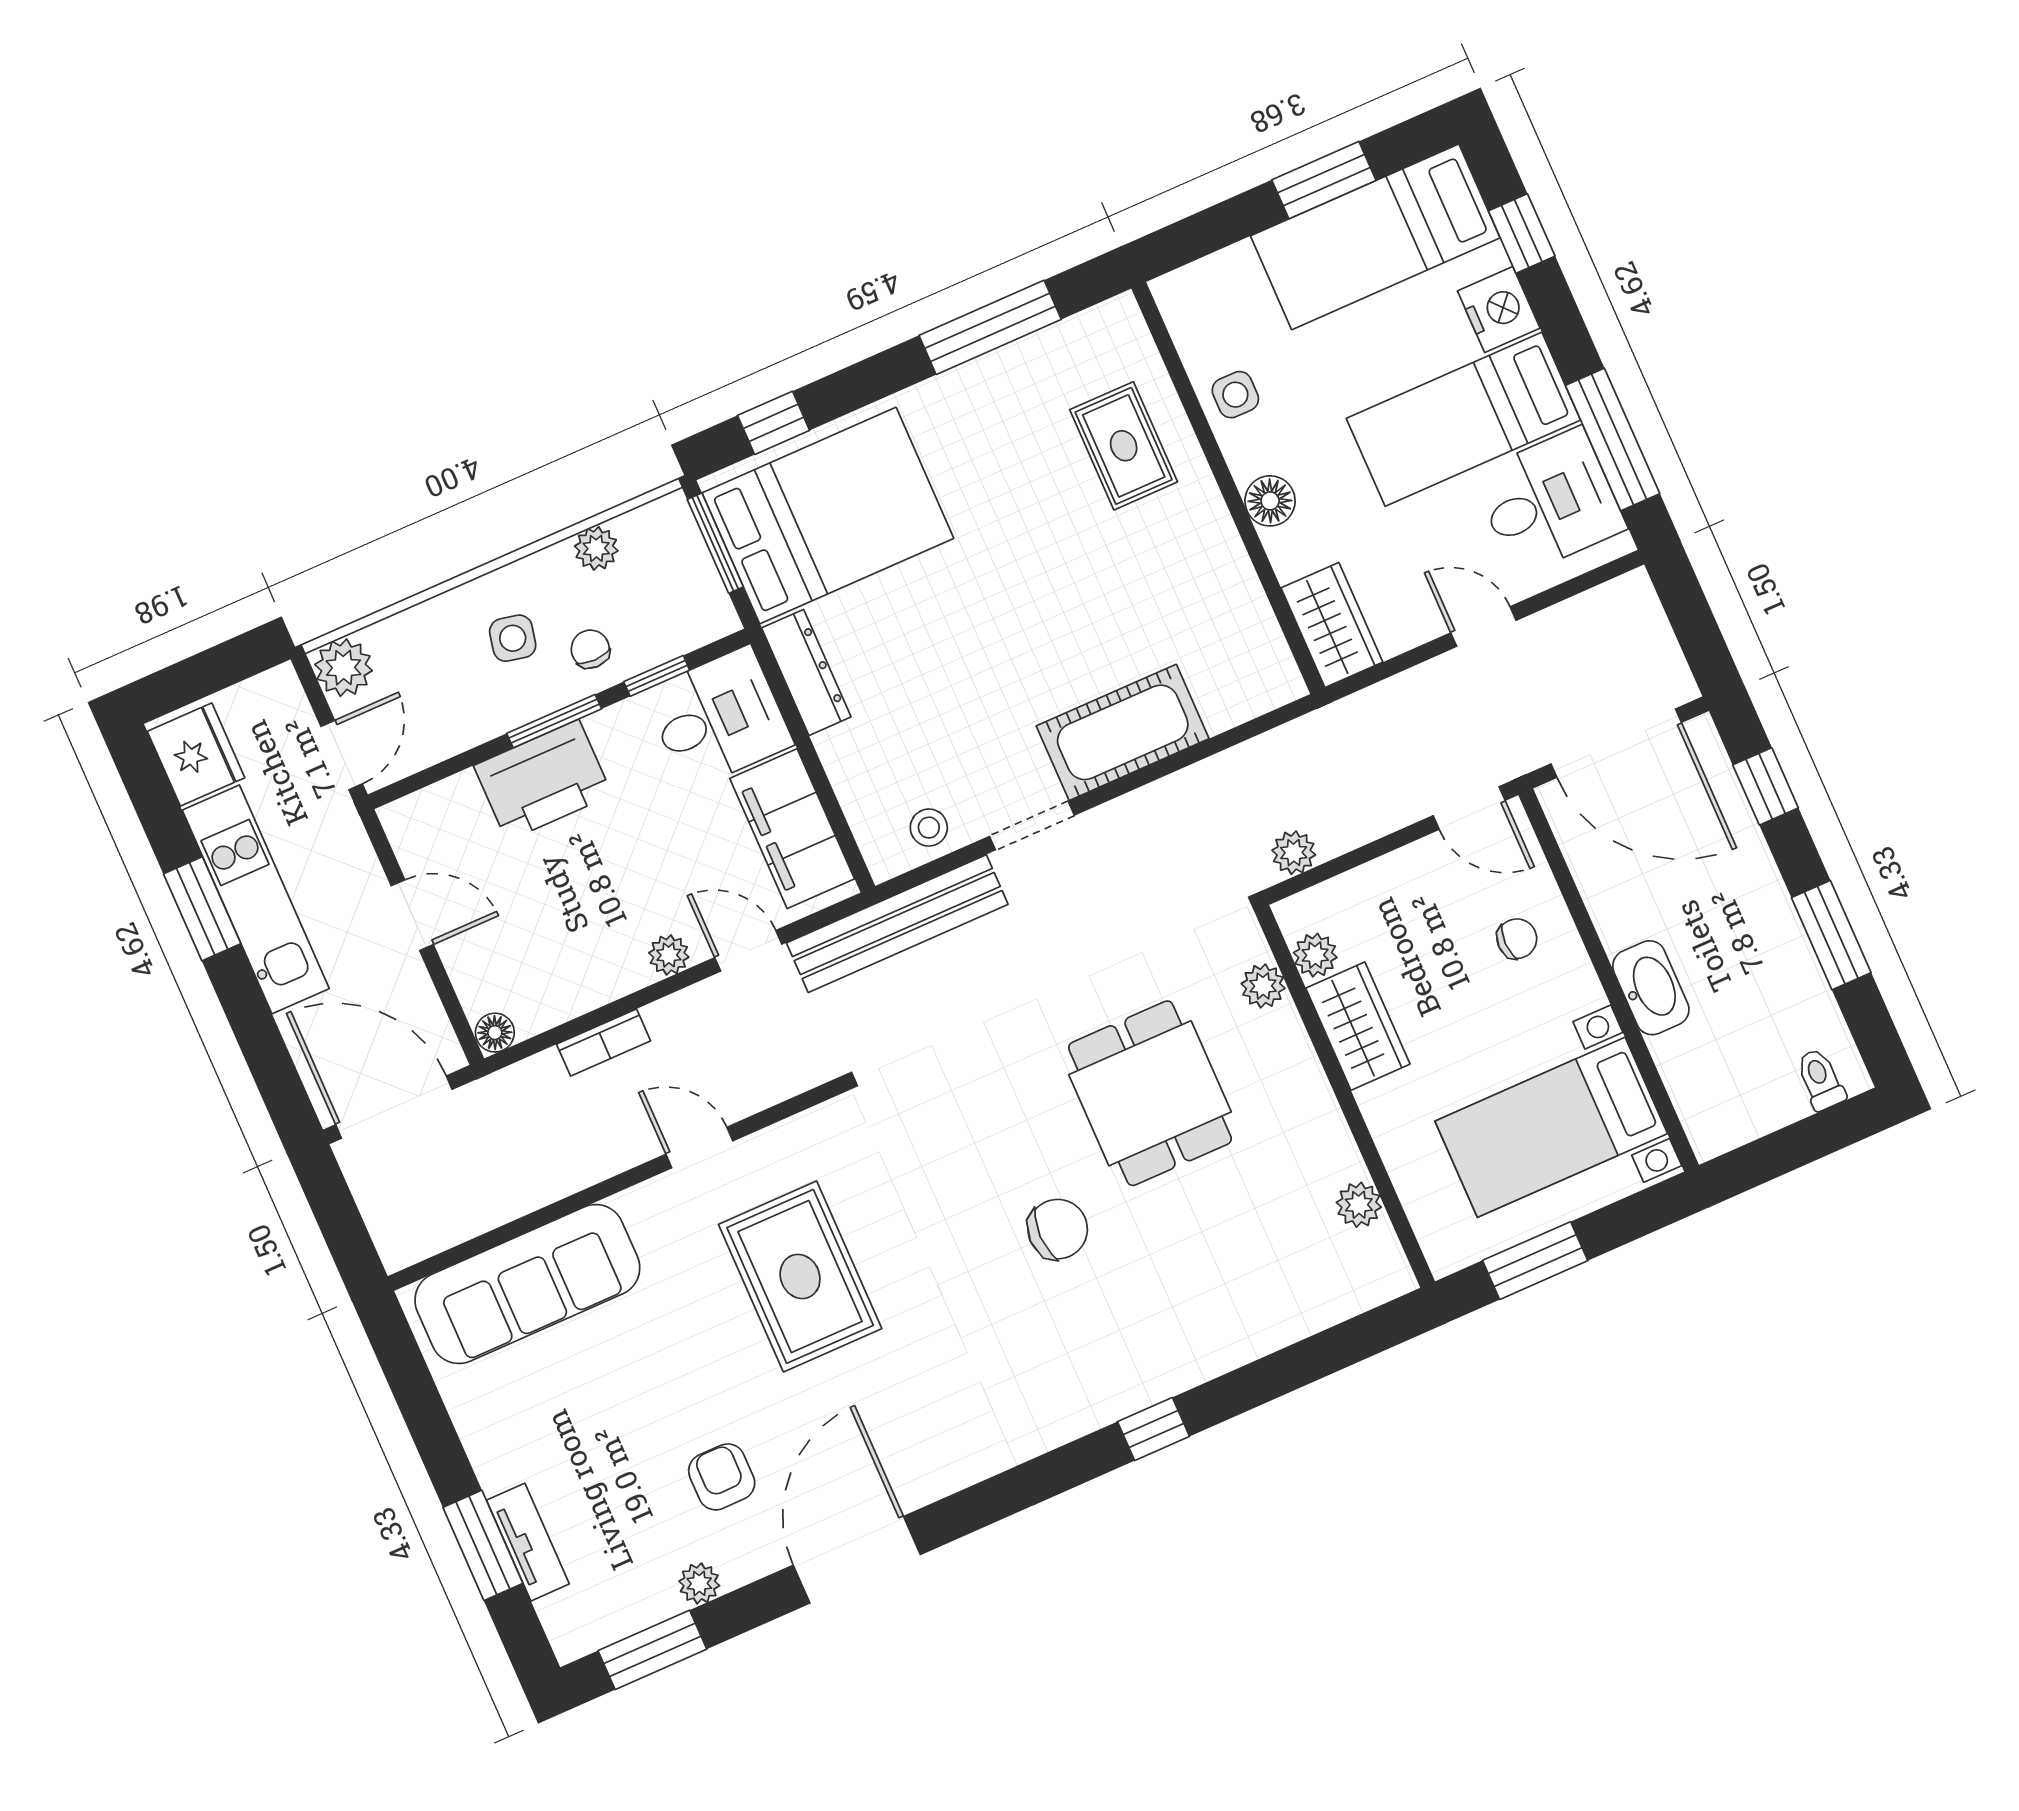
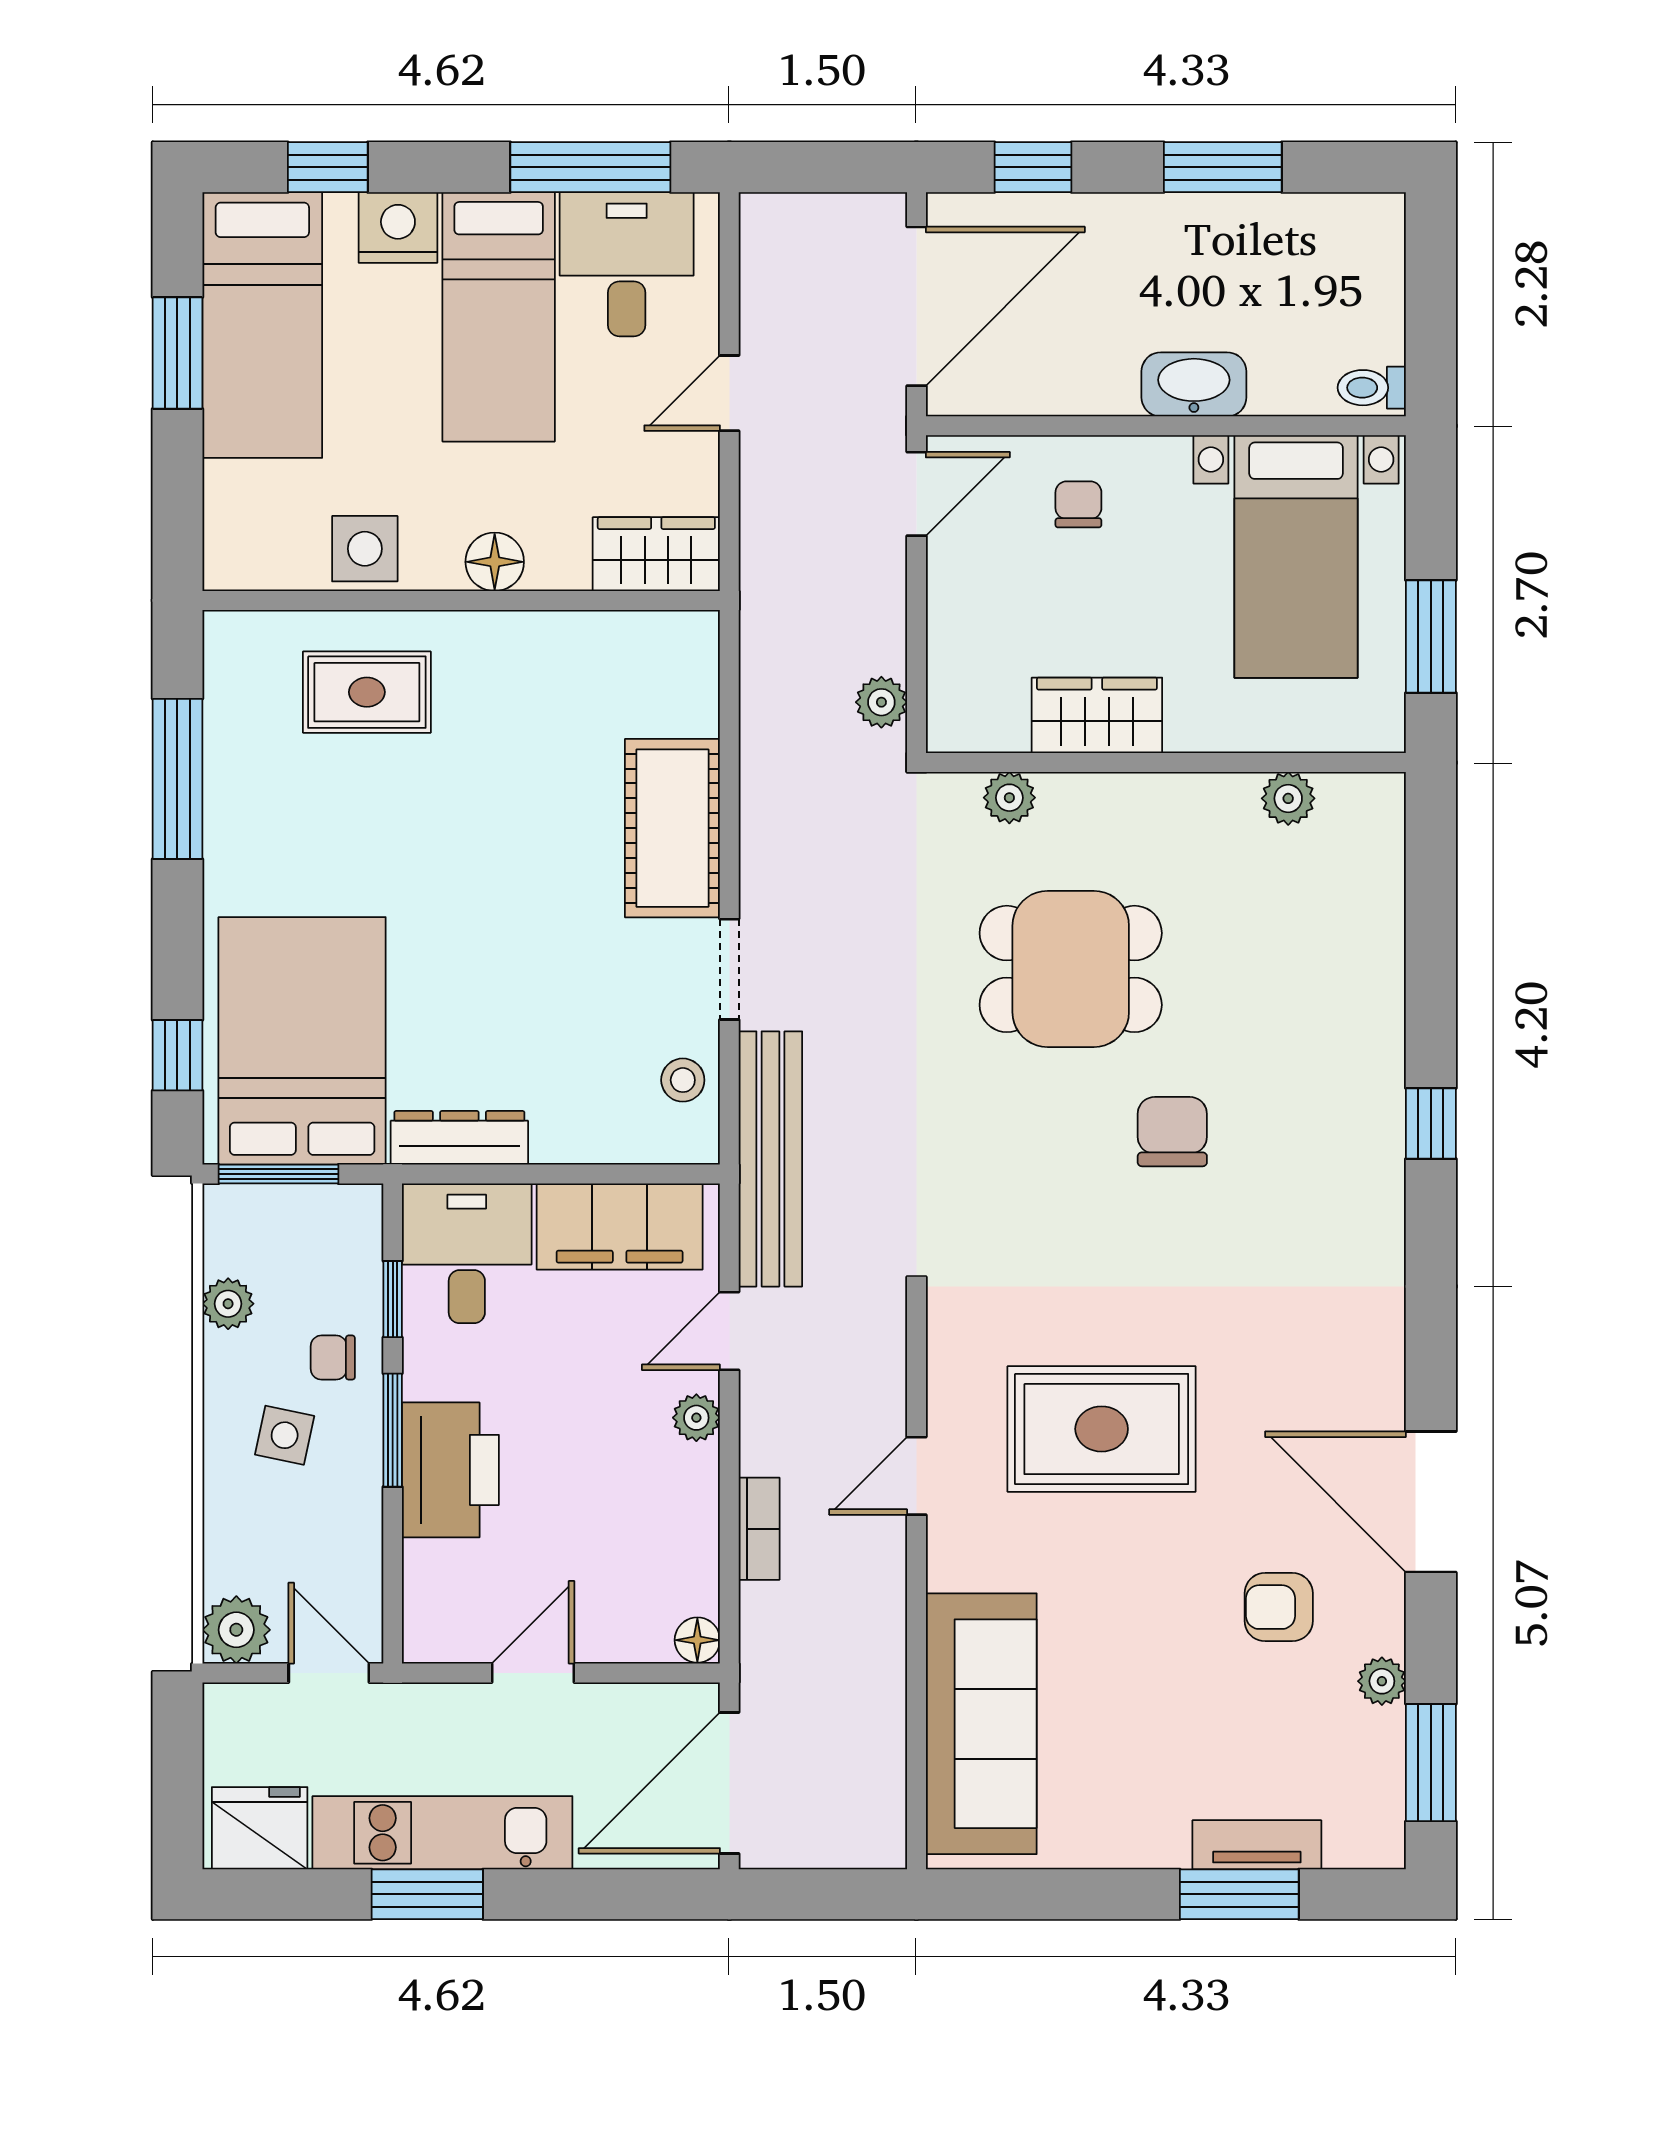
side table: (1235, 395) -> (365, 549), width x1.37, depth x1.37
plant: (1315, 955) -> (1001, 727), removed
toilet: (1820, 1079) -> (1372, 388), moved

